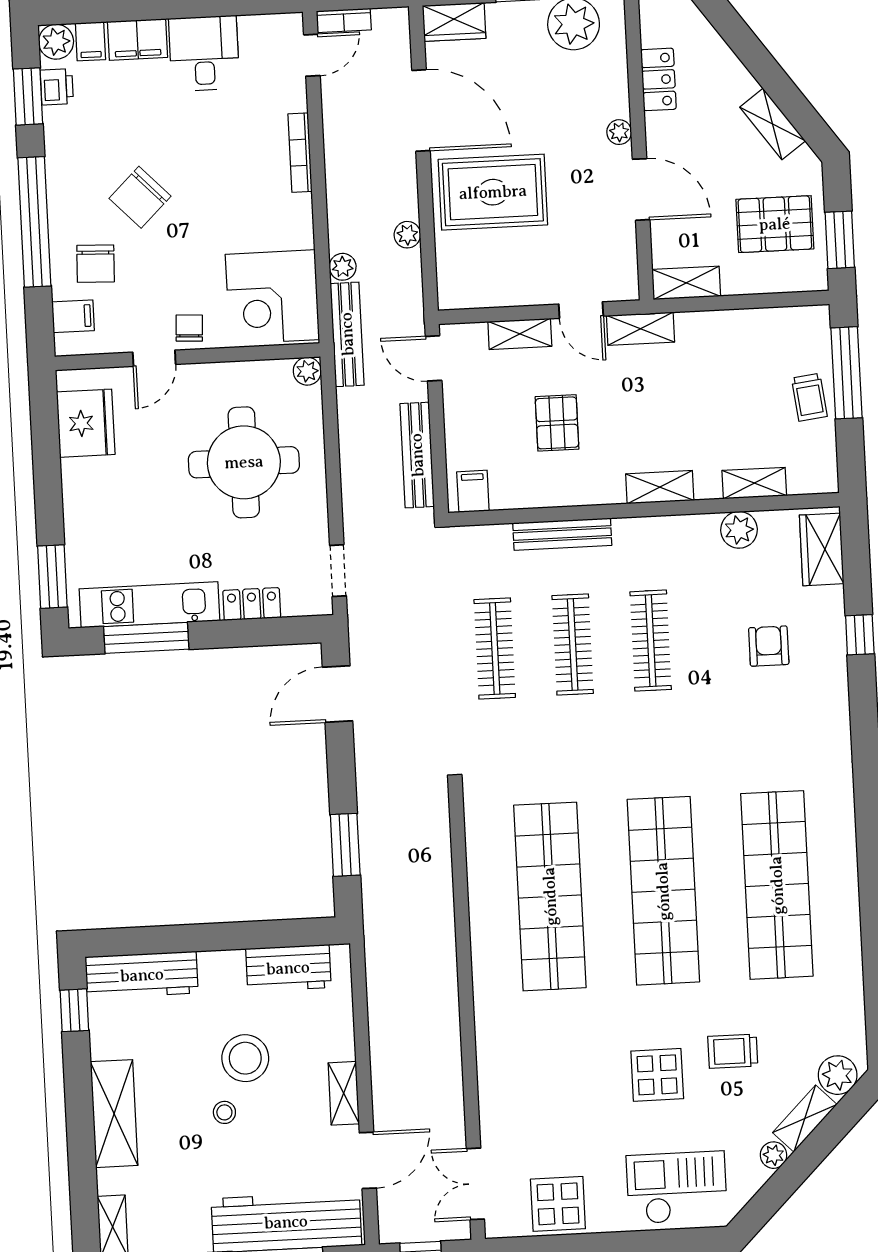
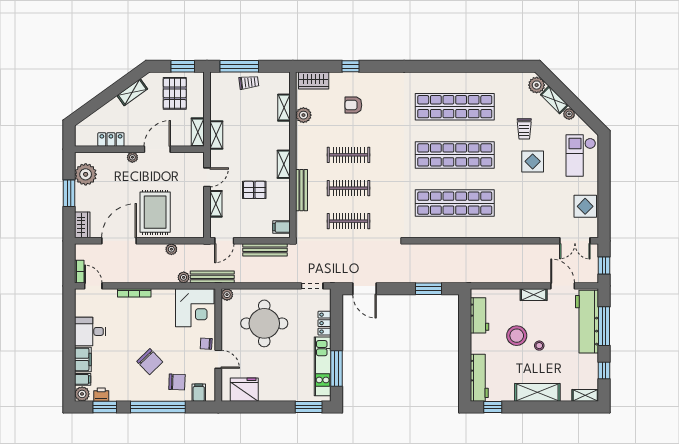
shelving: (640, 329) -> (216, 135), moved
shelving: (660, 487) -> (284, 164), moved

